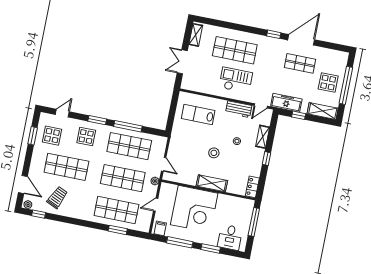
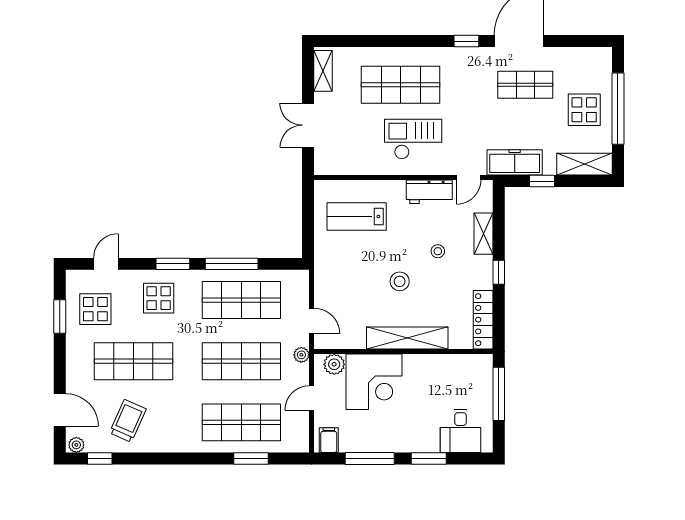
shelving: (212, 183) -> (407, 338), width x1.47
locker: (252, 187) -> (483, 320), width x1.53
plant: (171, 189) -> (334, 364), added
corner desk: (194, 209) -> (374, 382), width x0.74, depth x0.74

